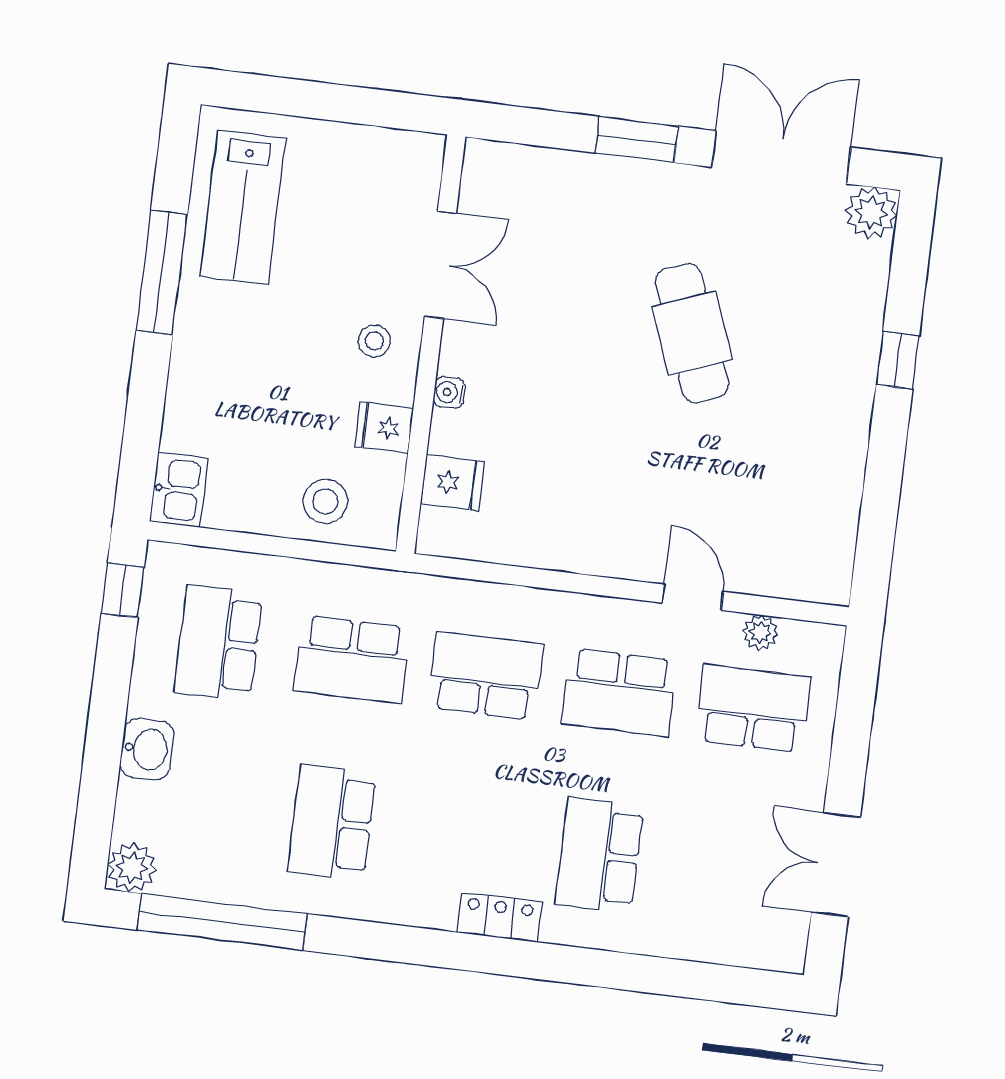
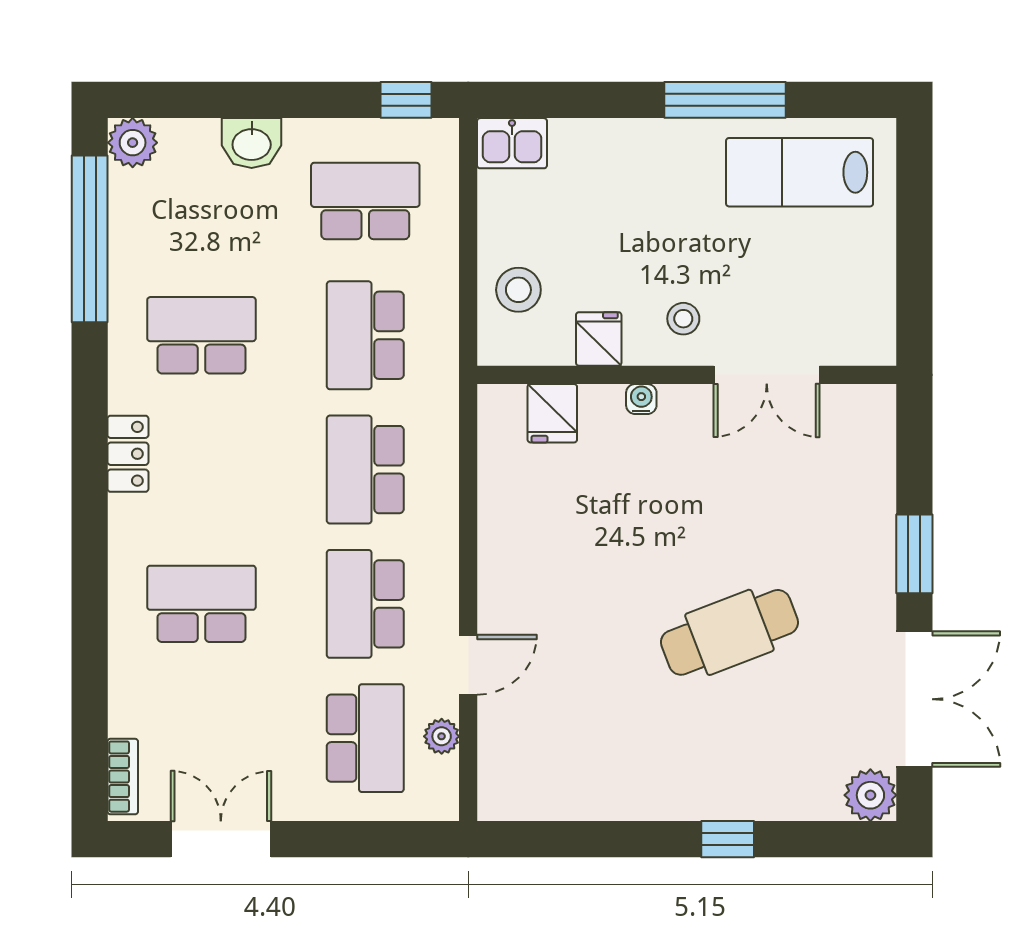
school desk: (486, 676) -> (365, 470), turned 180
locker: (499, 917) -> (128, 454), moved
bookcase: (762, 955) -> (123, 777), added

